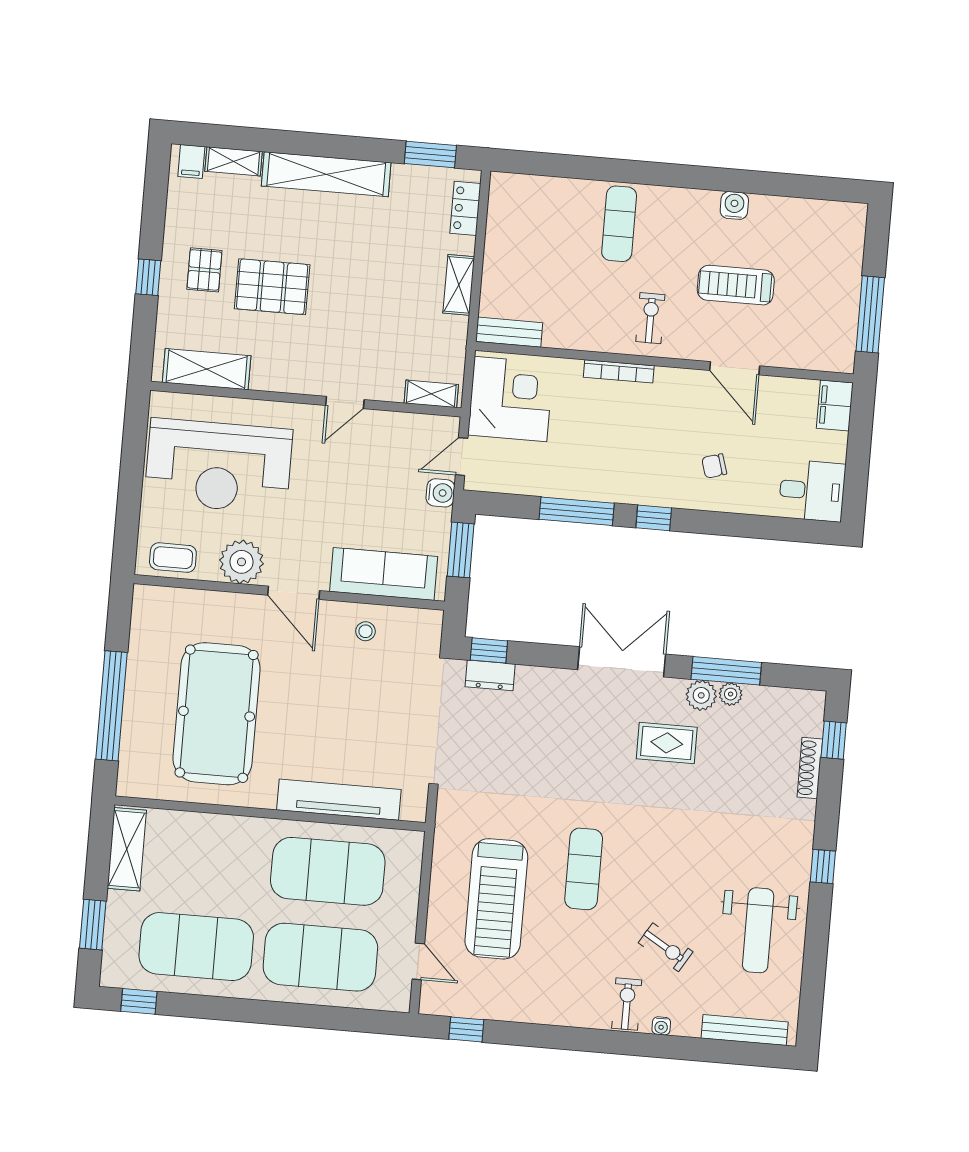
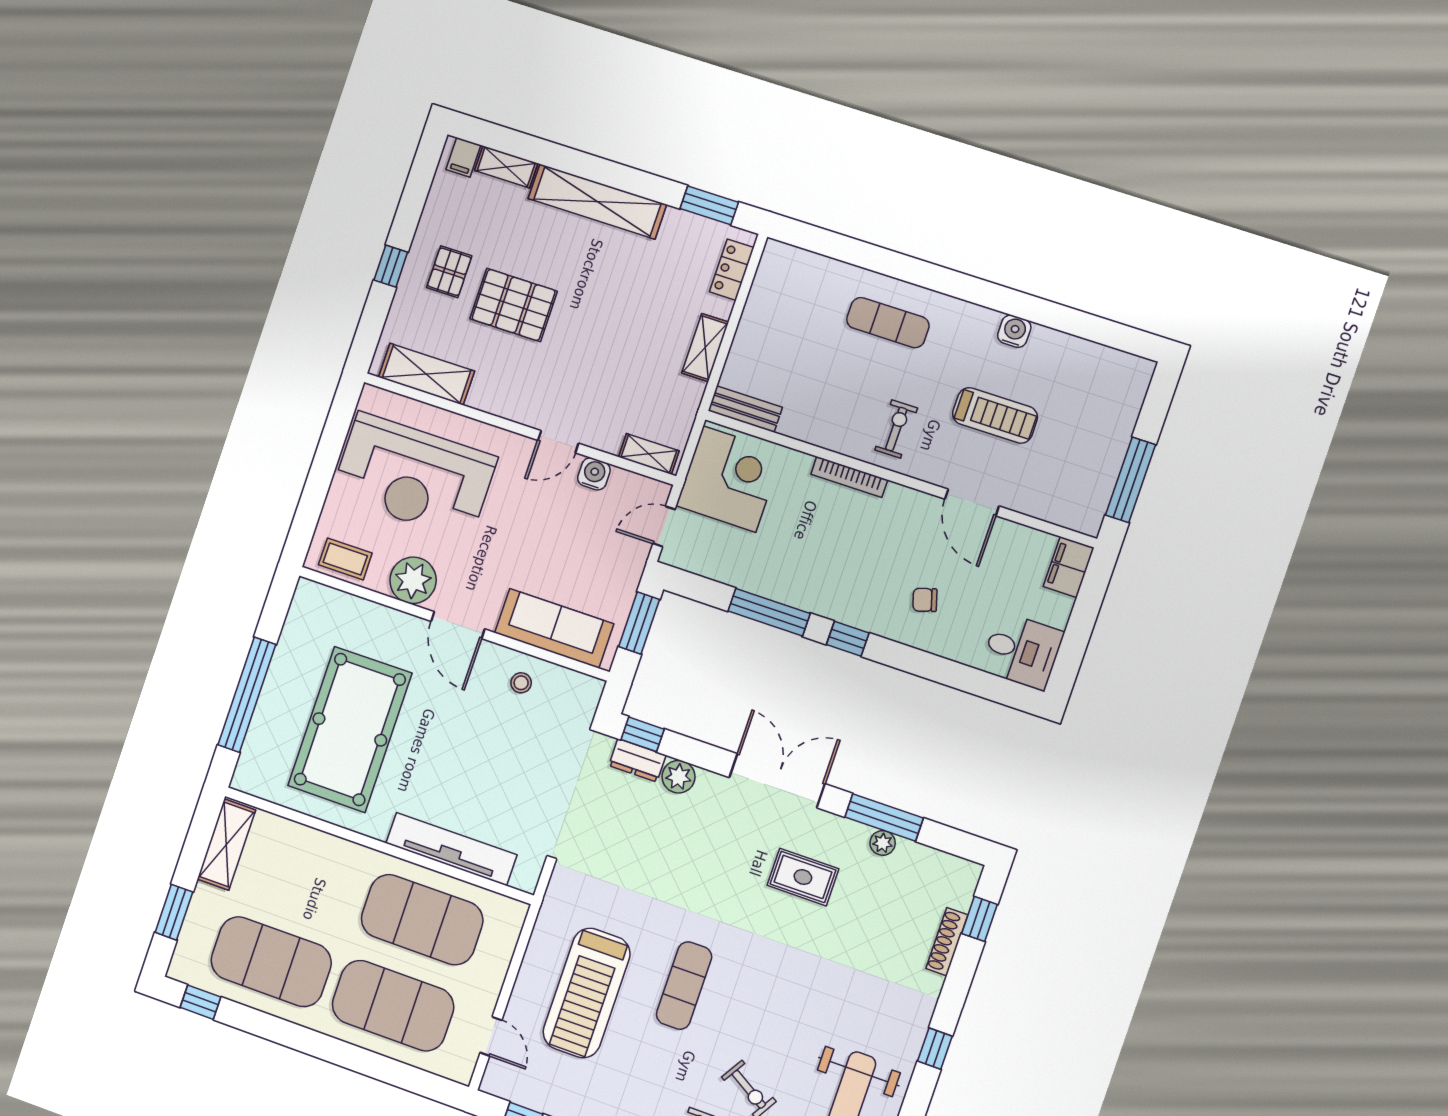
exercise mat: (619, 224) -> (888, 323), turned 90
treadmill: (736, 285) -> (995, 415), turned 180
water cooler: (440, 493) -> (594, 474), moved, turned -90
plant: (701, 695) -> (678, 777), moved

